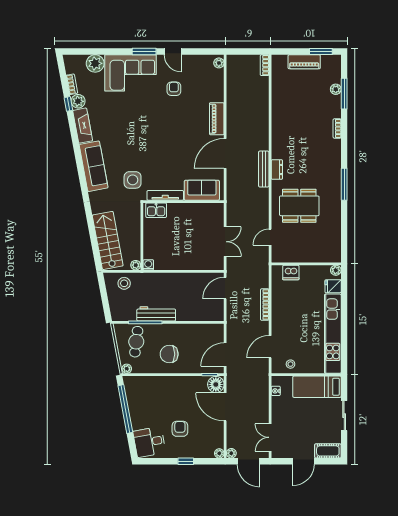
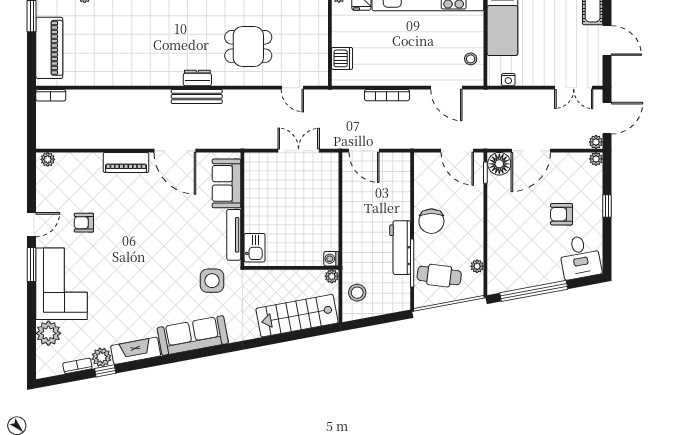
piano: (304, 62) -> (49, 48), width x1.37, depth x1.33
dining table: (299, 206) -> (248, 47), width x0.73
chair: (169, 354) -> (431, 221), moved
plant: (127, 369) -> (477, 266), moved

